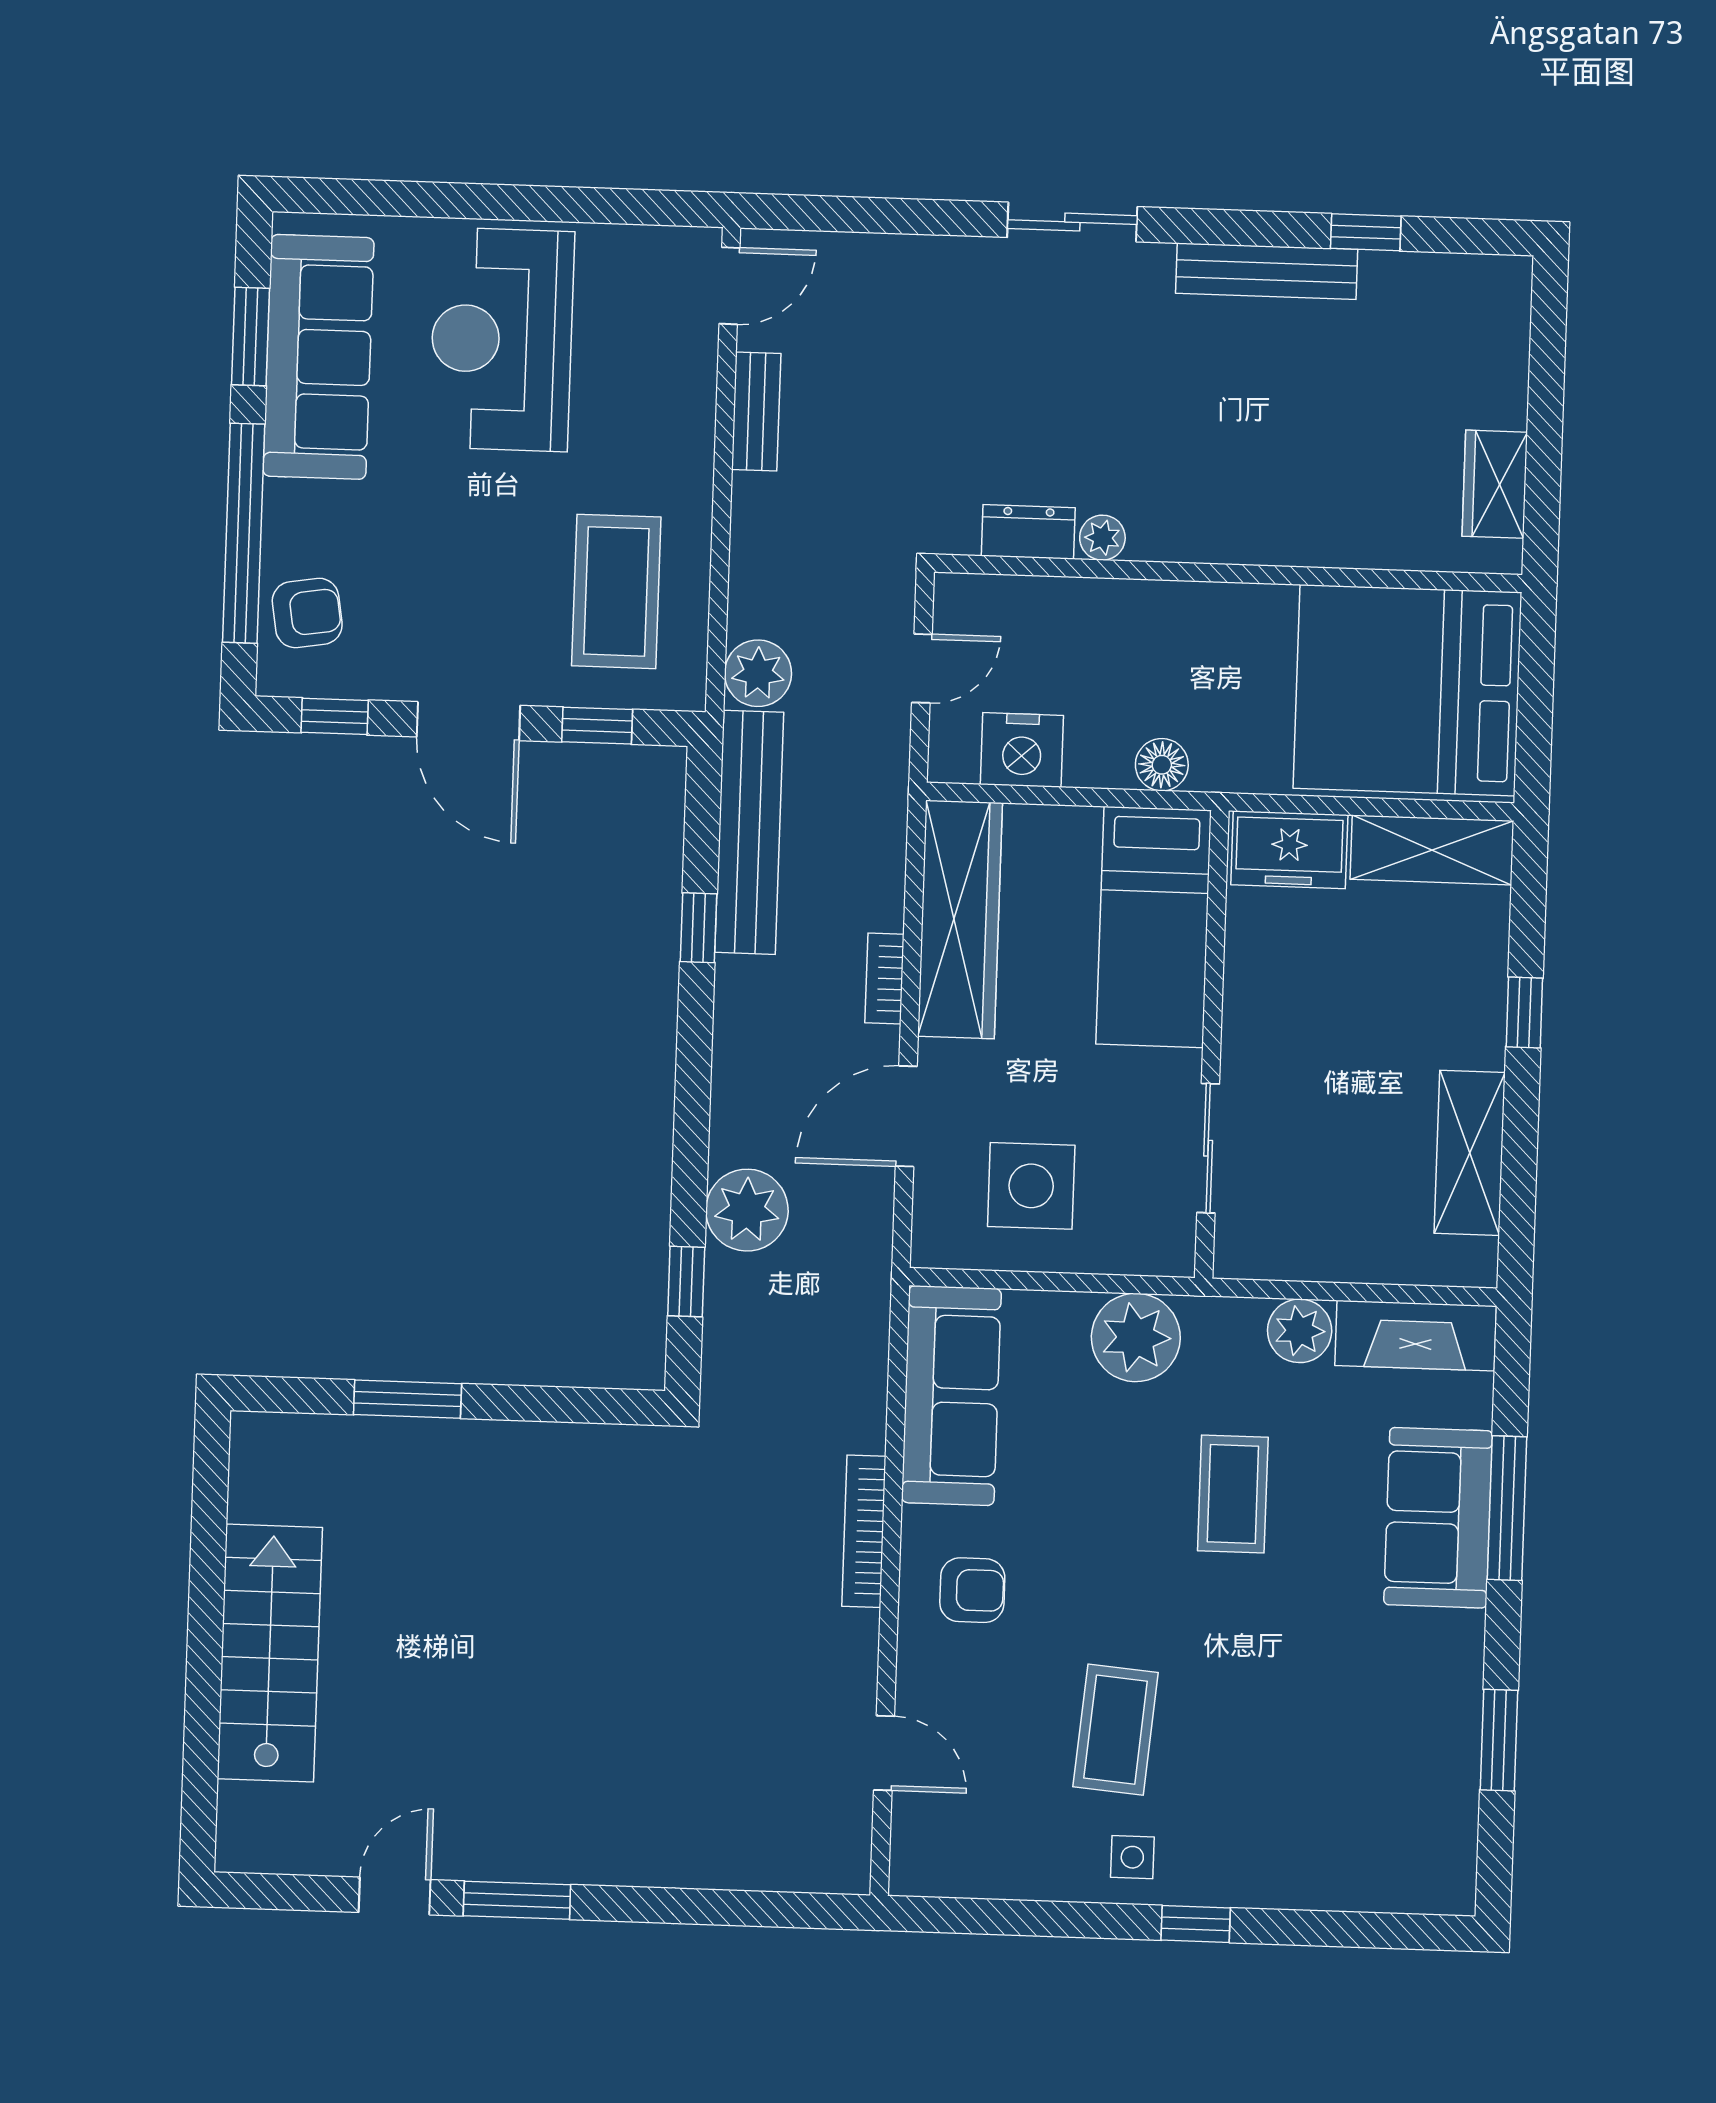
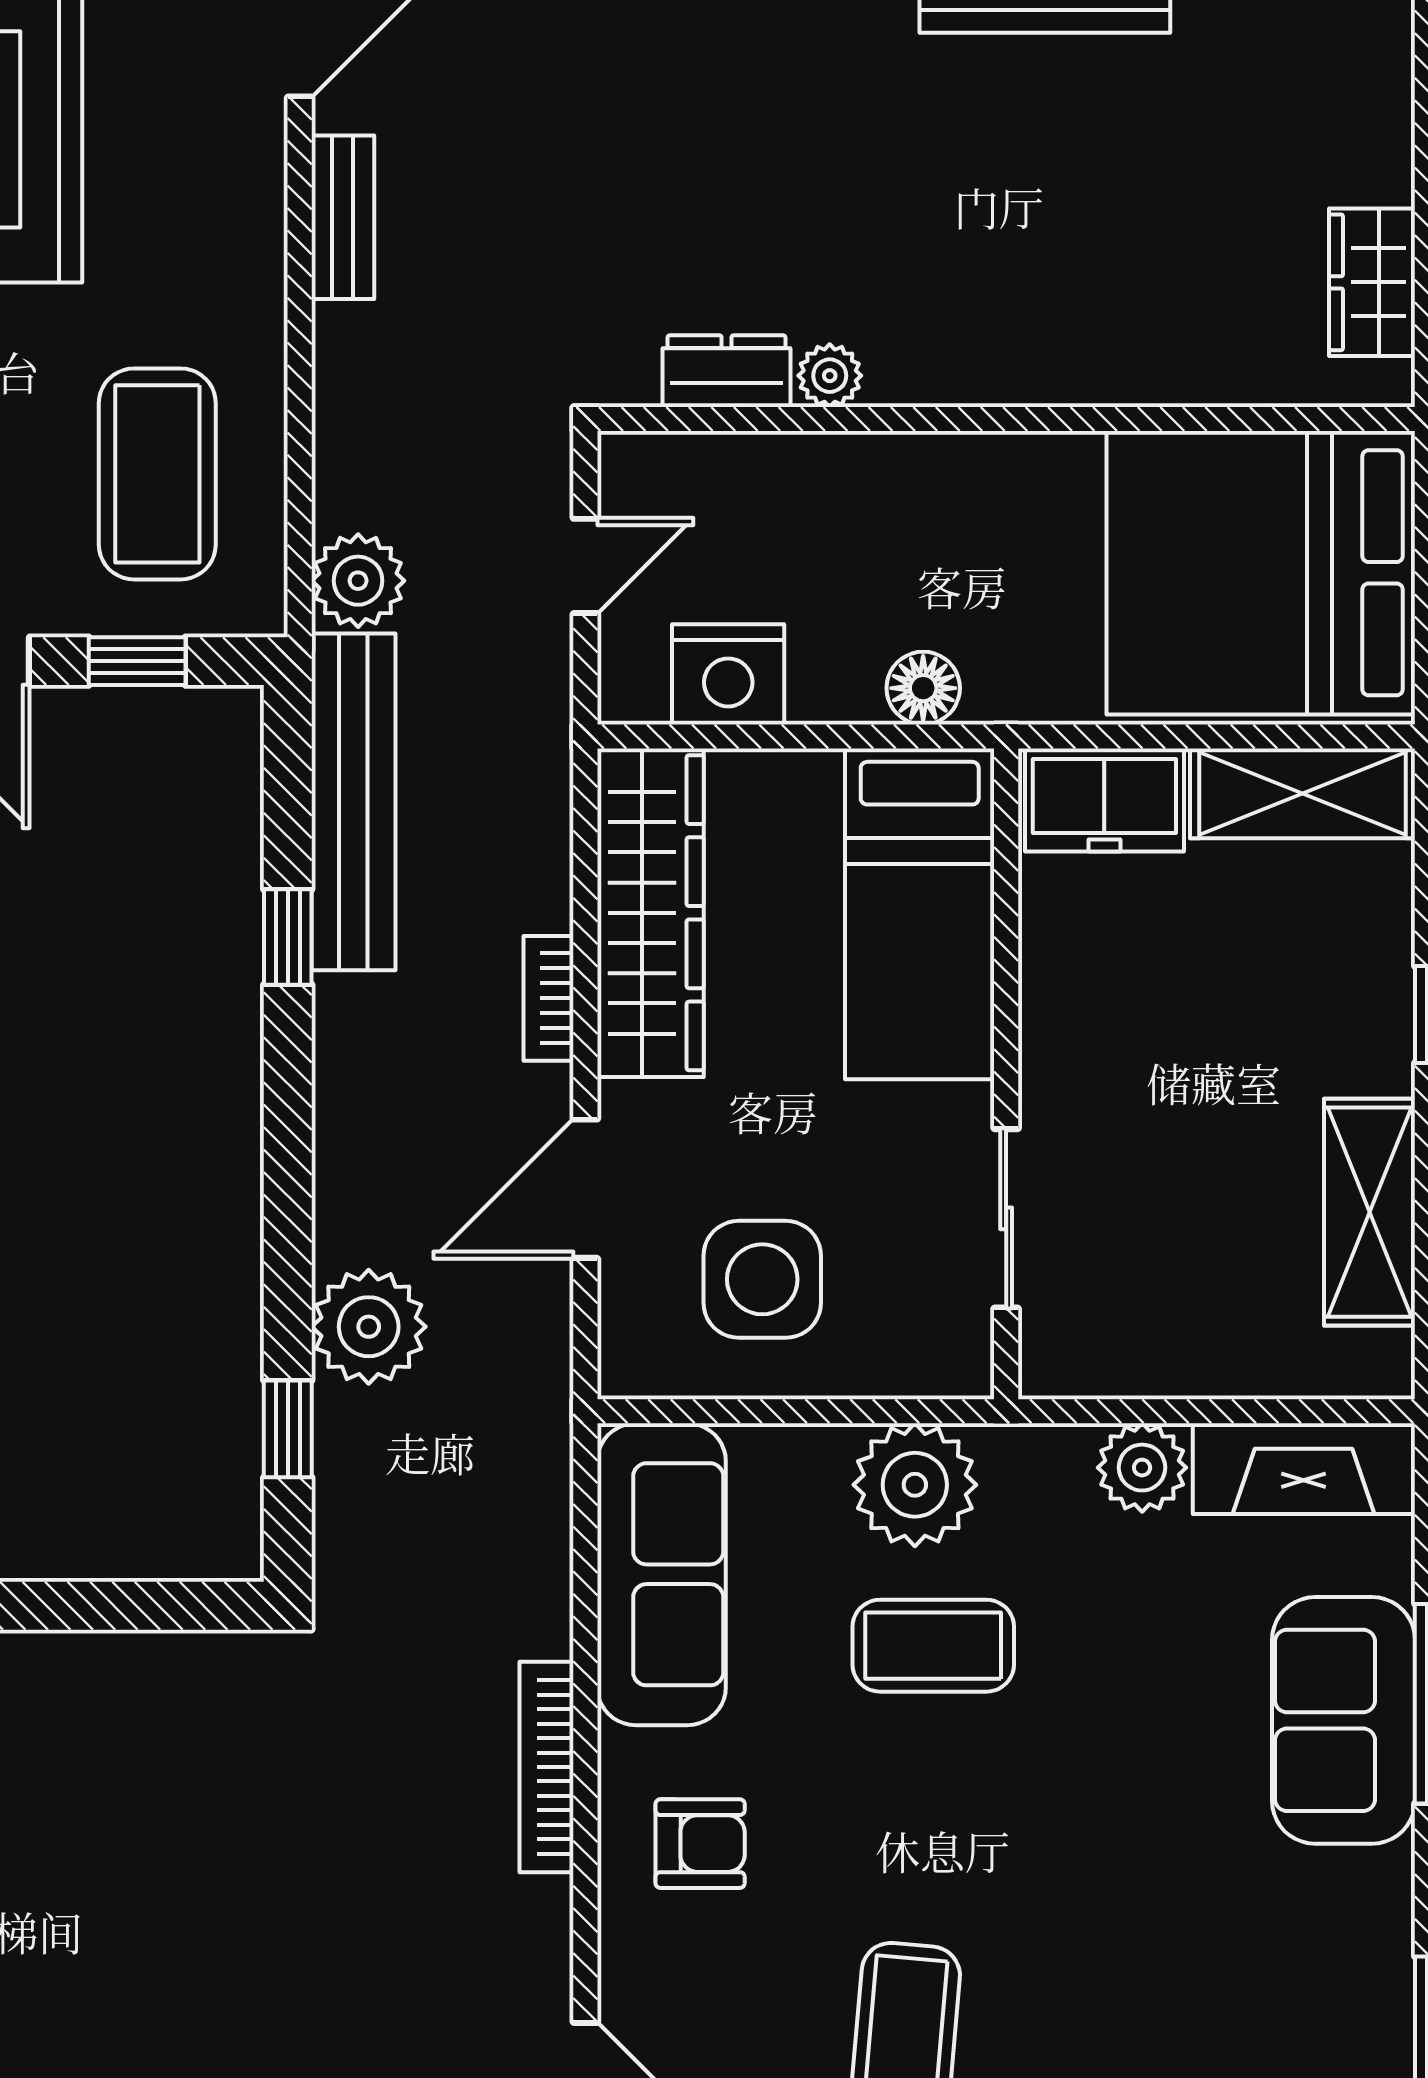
coffee table: (1233, 1494) -> (933, 1646), moved, turned 90

